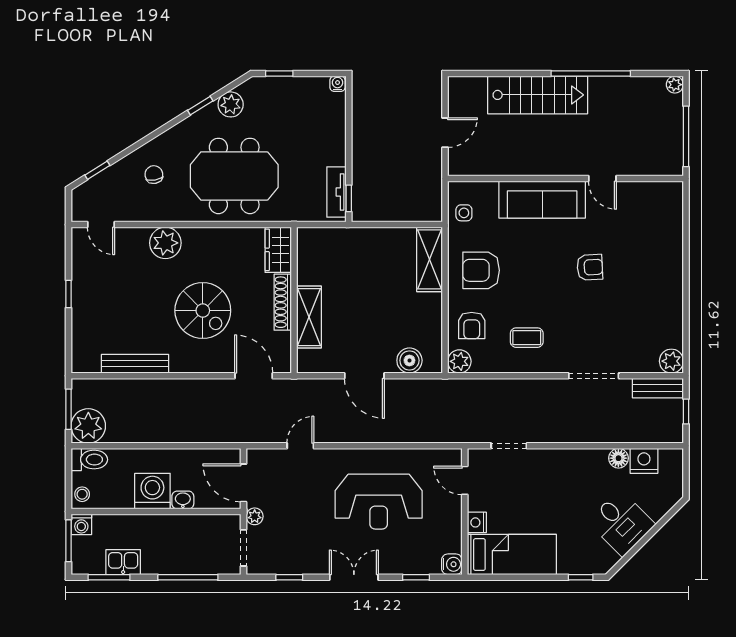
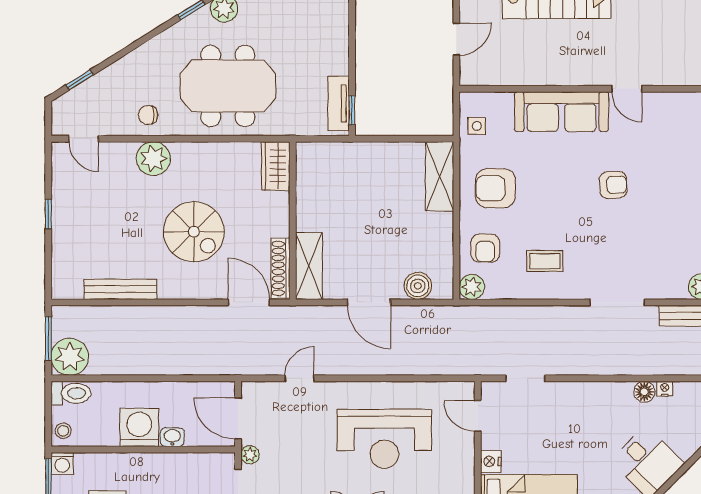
chair: (154, 175) -> (148, 115), moved, turned -80
shoe rack: (283, 302) -> (280, 268), moved
shelving: (309, 317) -> (309, 266), moved
nightstand: (644, 461) -> (665, 389), width x0.53, depth x0.56

